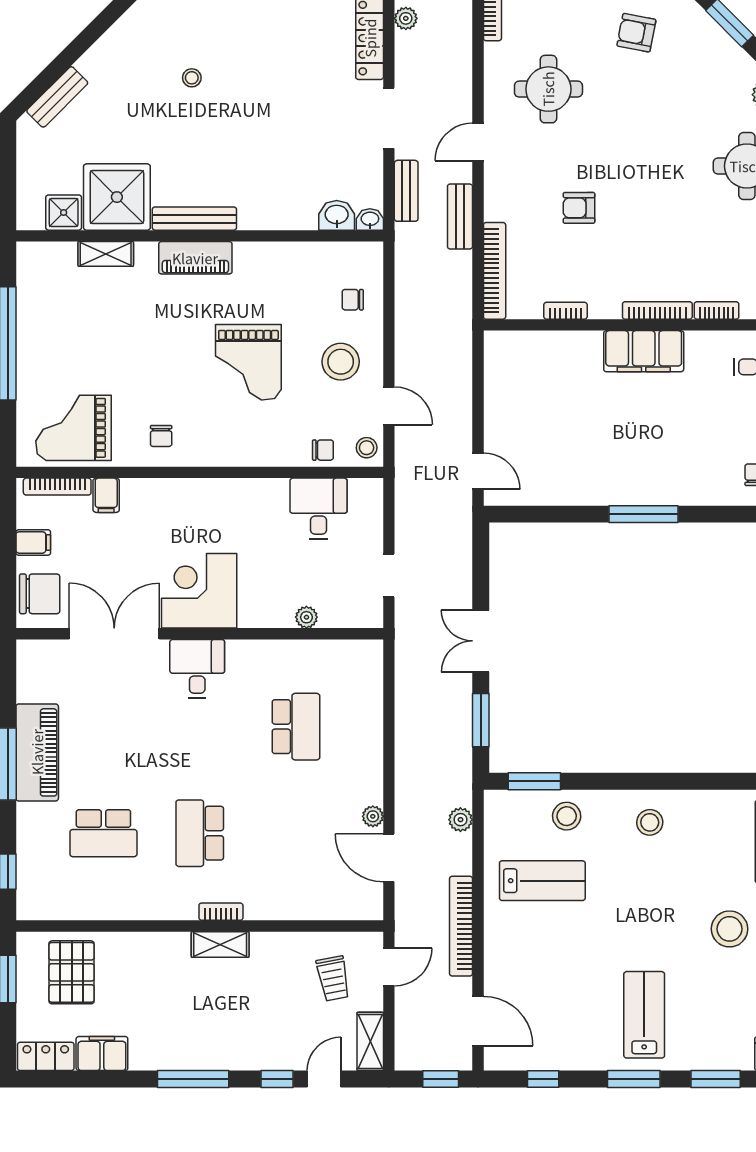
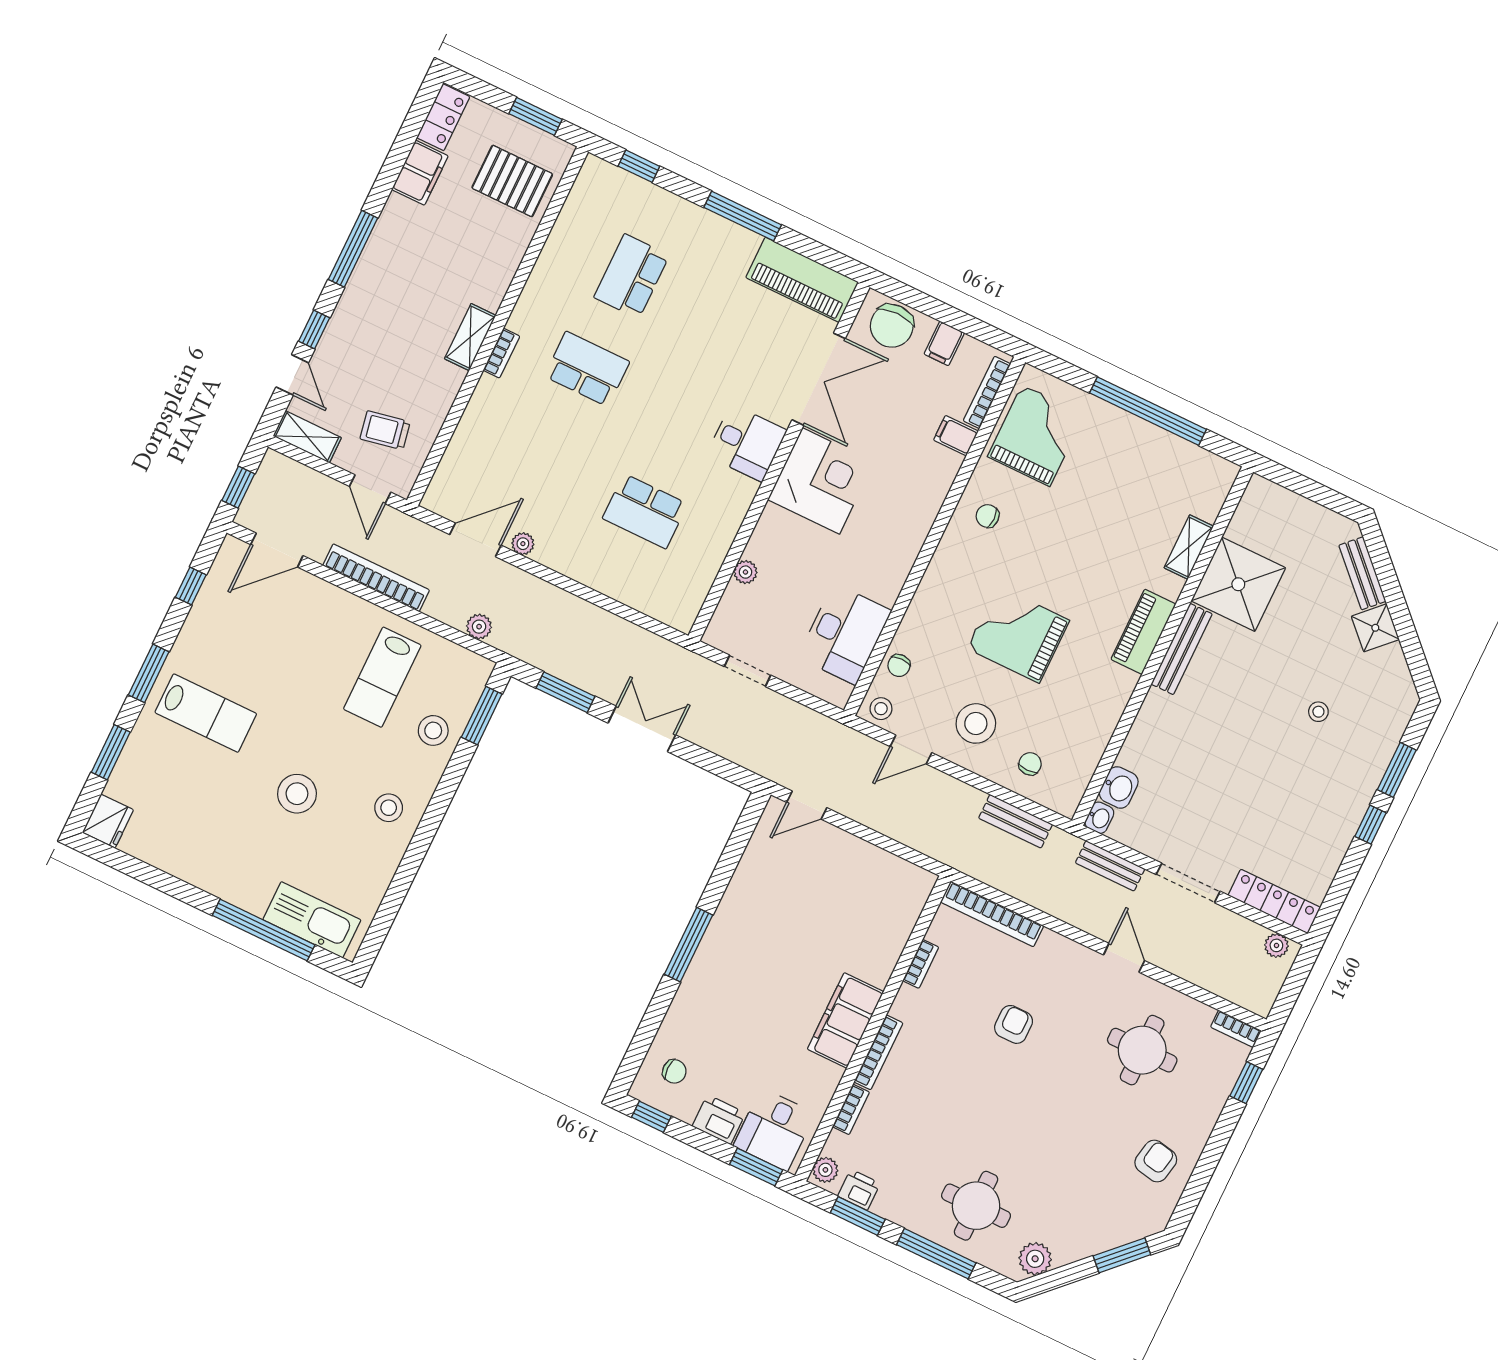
shower: (64, 213) -> (1375, 628), moved, turned 45
bench: (460, 216) -> (1016, 821), moved
desk: (319, 509) -> (845, 634), width x1.37
piano: (37, 752) -> (802, 280), moved
stool: (730, 929) -> (297, 794), moved

